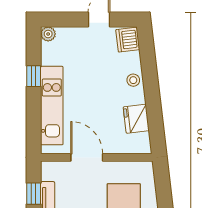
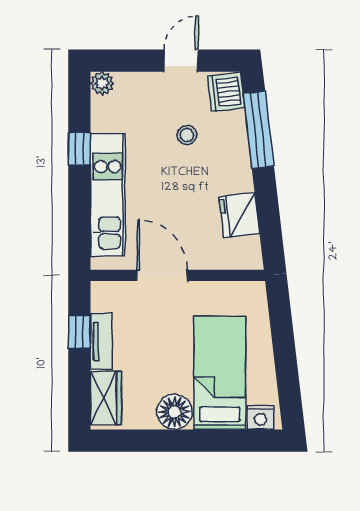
window: (149, 64) -> (258, 130), added
stool: (133, 80) -> (187, 135), moved

